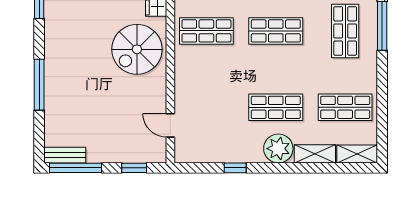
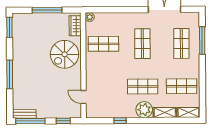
shop shelf: (276, 31) -> (142, 44), turned 90

